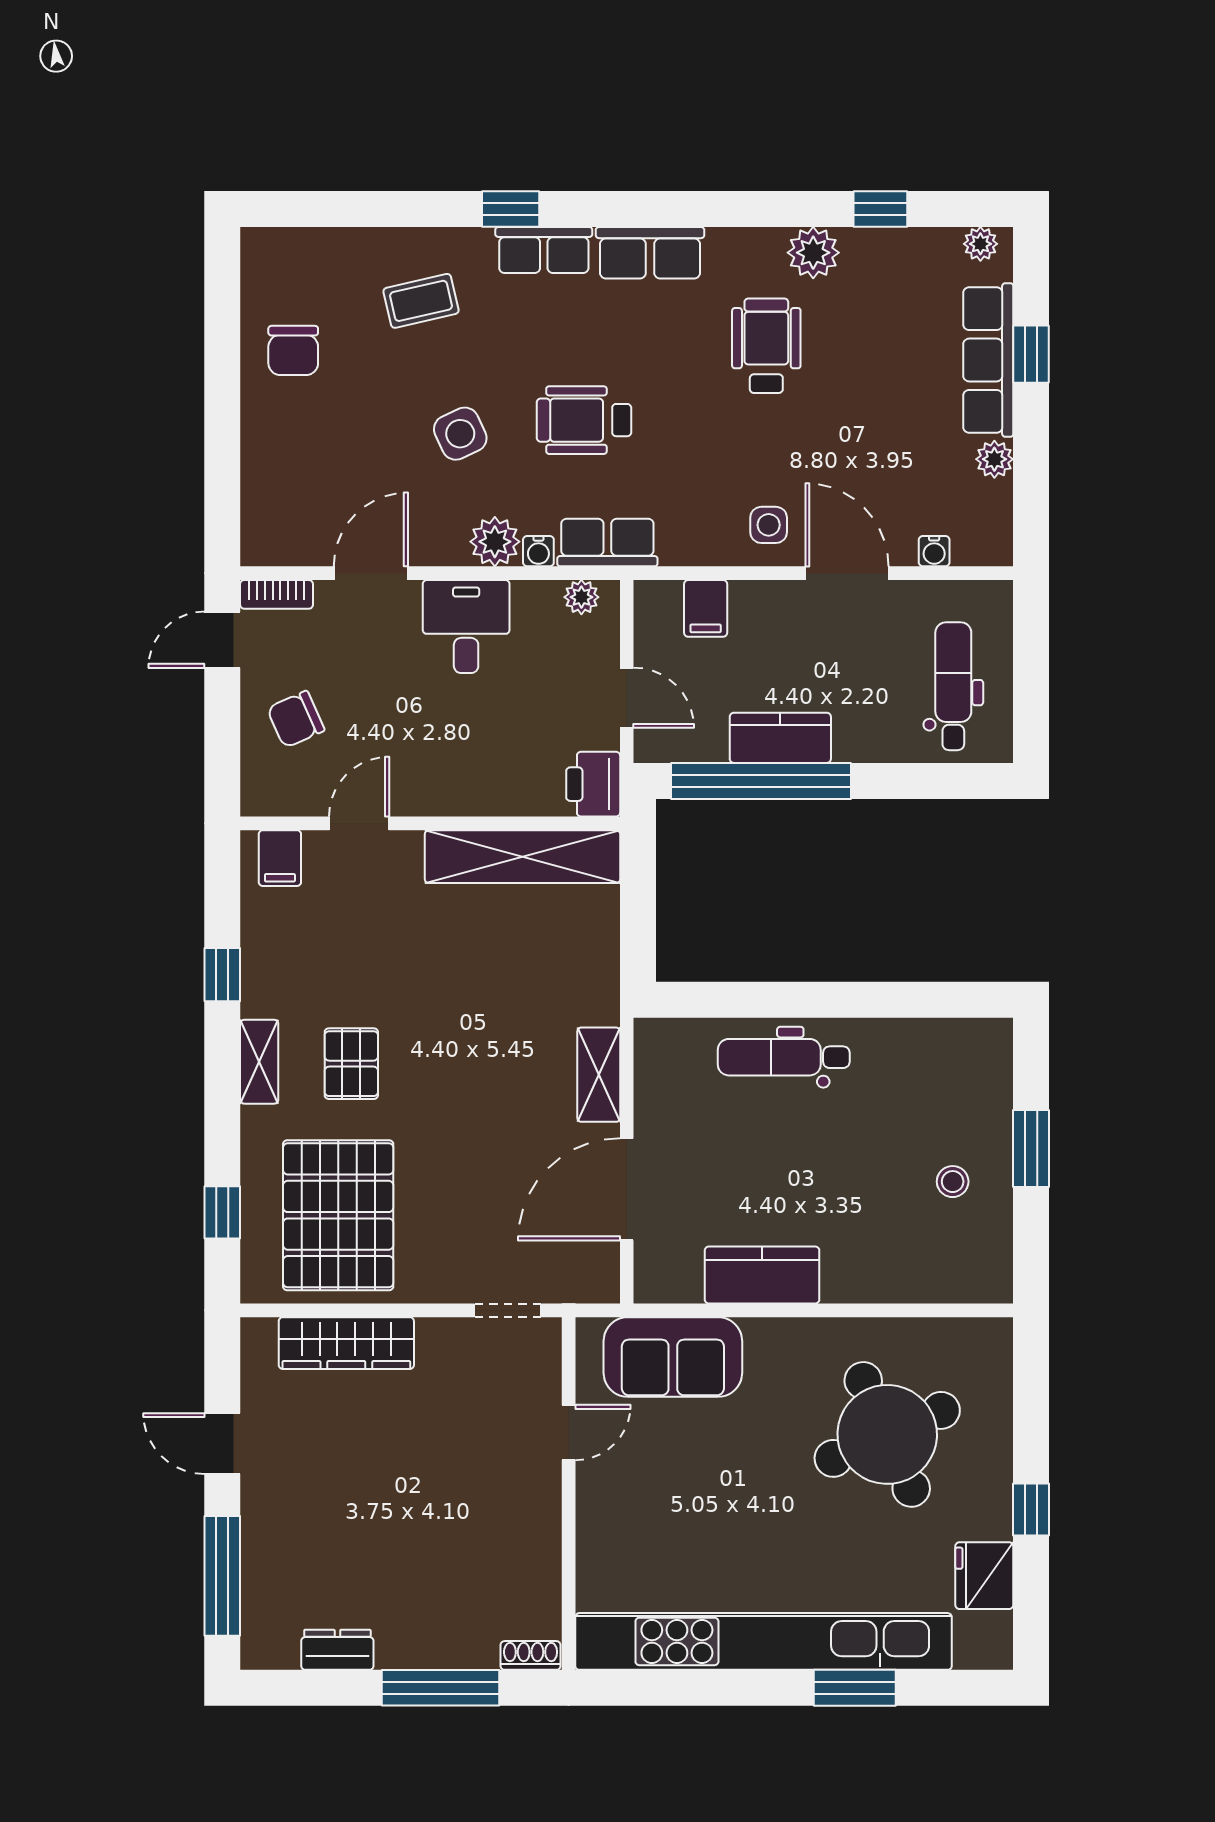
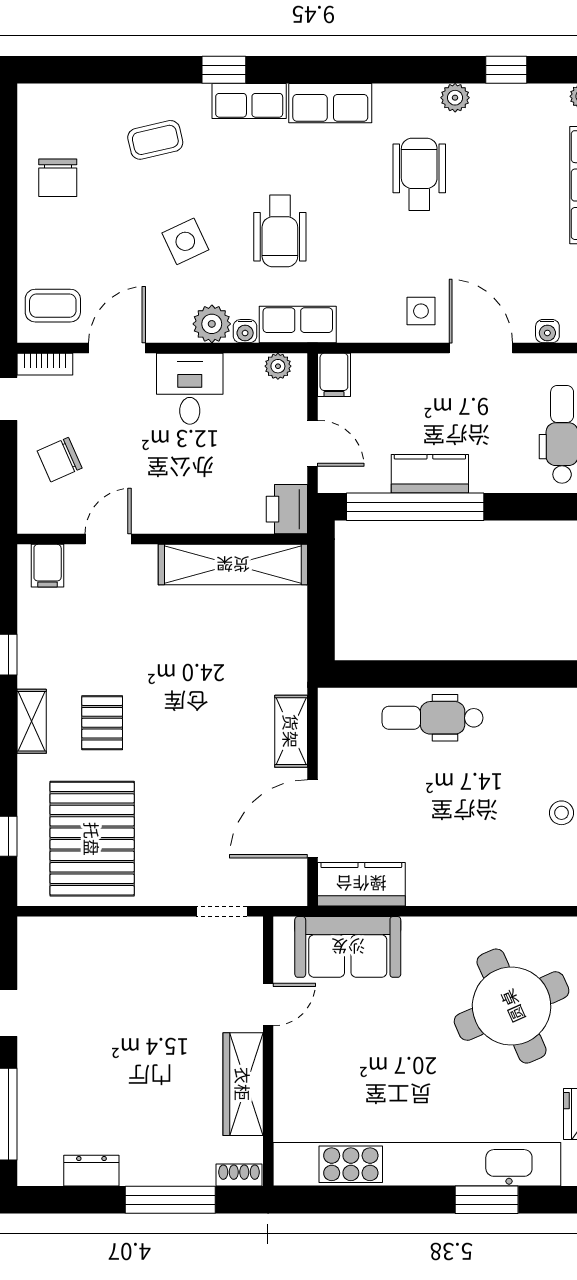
plant: (813, 253) -> (455, 98), width x0.73, depth x0.73
wheelchair: (584, 420) -> (280, 231), turned -90
coffee table: (287, 518) -> (53, 306), added
filing cabinet: (706, 608) -> (334, 375), moved
kitchen counter: (762, 1275) -> (361, 884), moved
wardrobe: (346, 1343) -> (243, 1084), moved, turned 90

